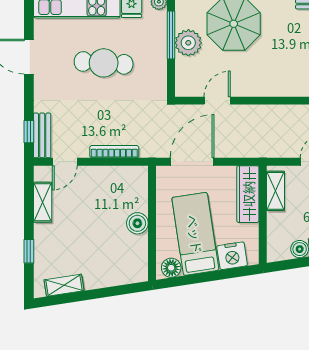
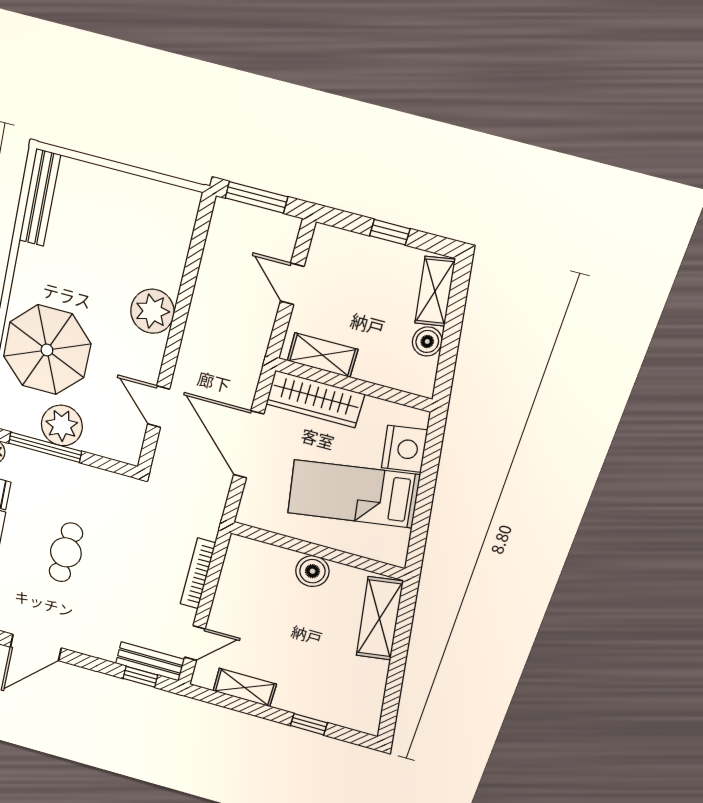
cafe table: (104, 63) -> (66, 552), width x0.73, depth x0.74
plant: (274, 83) -> (152, 311), added
door: (65, 162) -> (195, 643), hinge flipped
door: (192, 162) -> (249, 445), moved
floor lamp: (171, 268) -> (394, 543), removed
shelving: (64, 285) -> (380, 619), moved, width x1.50, depth x1.33

